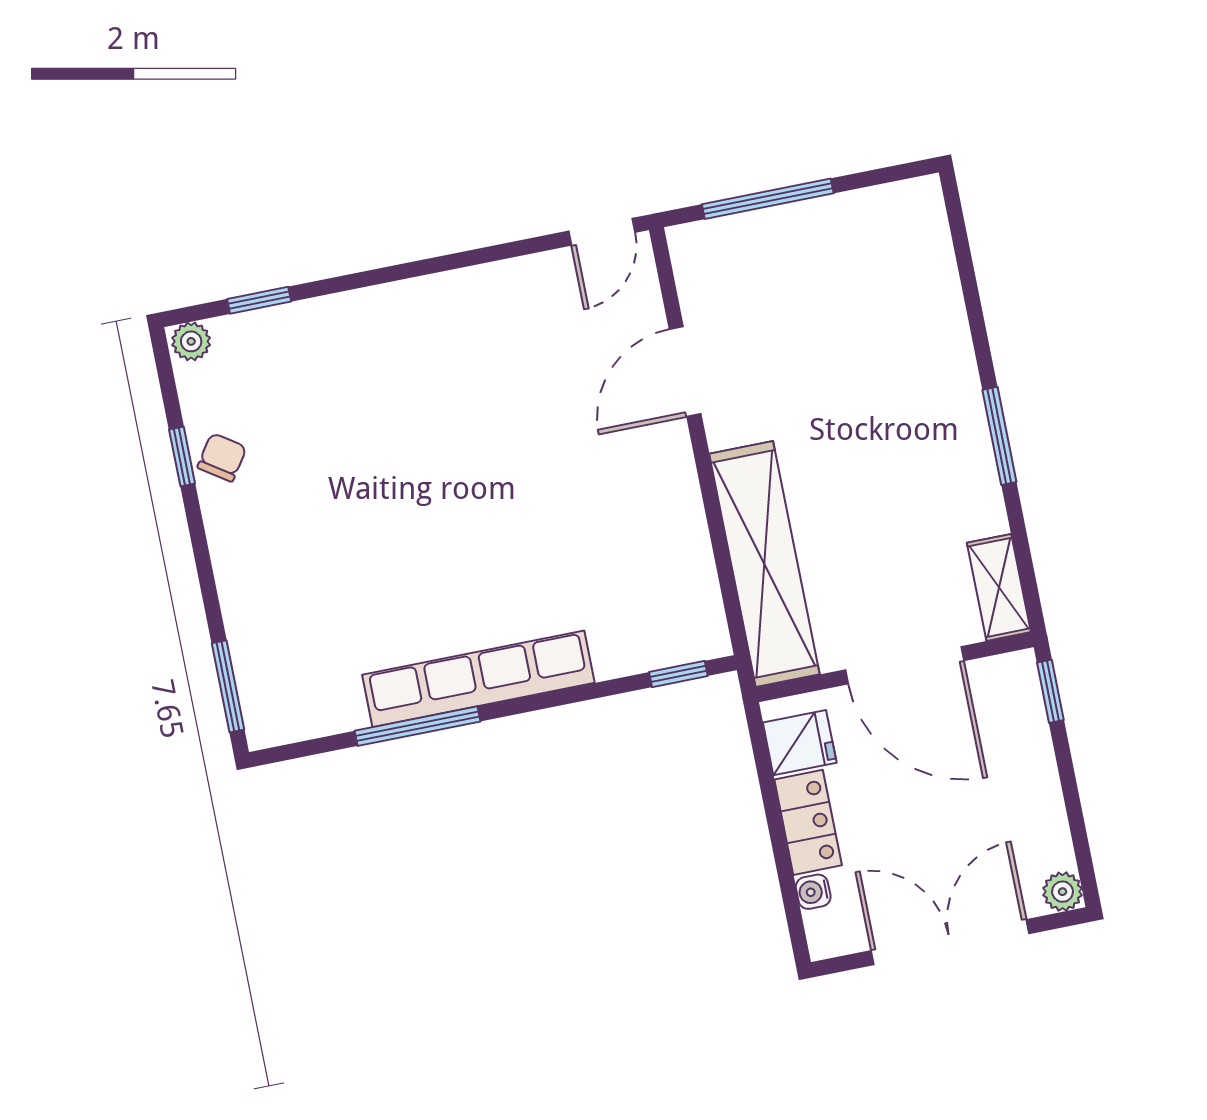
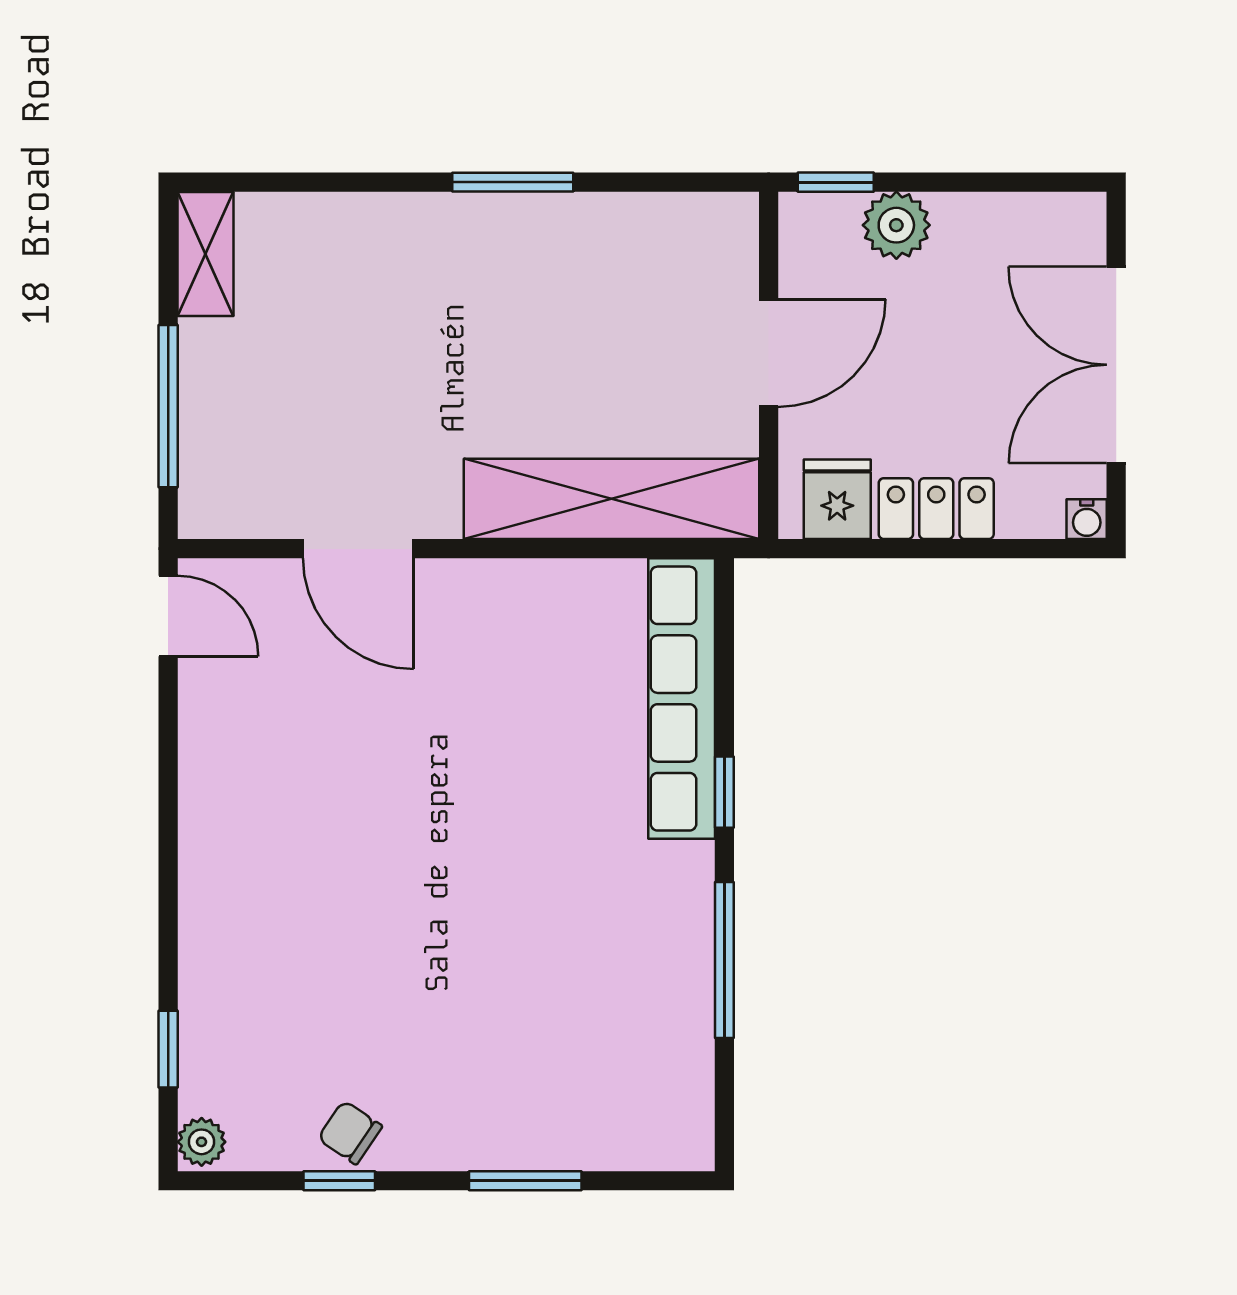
shelving: (999, 587) -> (205, 254), moved, turned 90
door: (905, 665) -> (769, 353), width x0.73
window: (678, 674) -> (724, 792), moved
row of seats: (478, 679) -> (682, 699), moved
window: (228, 686) -> (525, 1181), moved
water cooler: (813, 892) -> (1087, 519), moved
plant: (1062, 892) -> (896, 225), moved, width x1.38, depth x1.38

